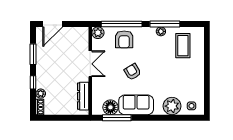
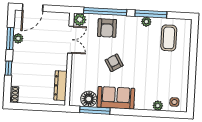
double door: (90, 64) -> (71, 40), moved
plant: (41, 94) -> (18, 38), moved
plant: (172, 106) -> (158, 106), width x0.53, depth x0.53

